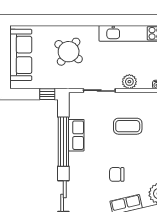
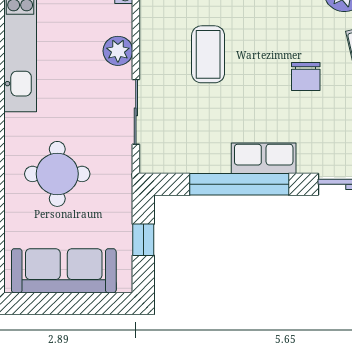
round table: (69, 52) -> (57, 174), turned -37
window: (47, 94) -> (143, 240), moved
row of seats: (76, 135) -> (264, 158), moved

